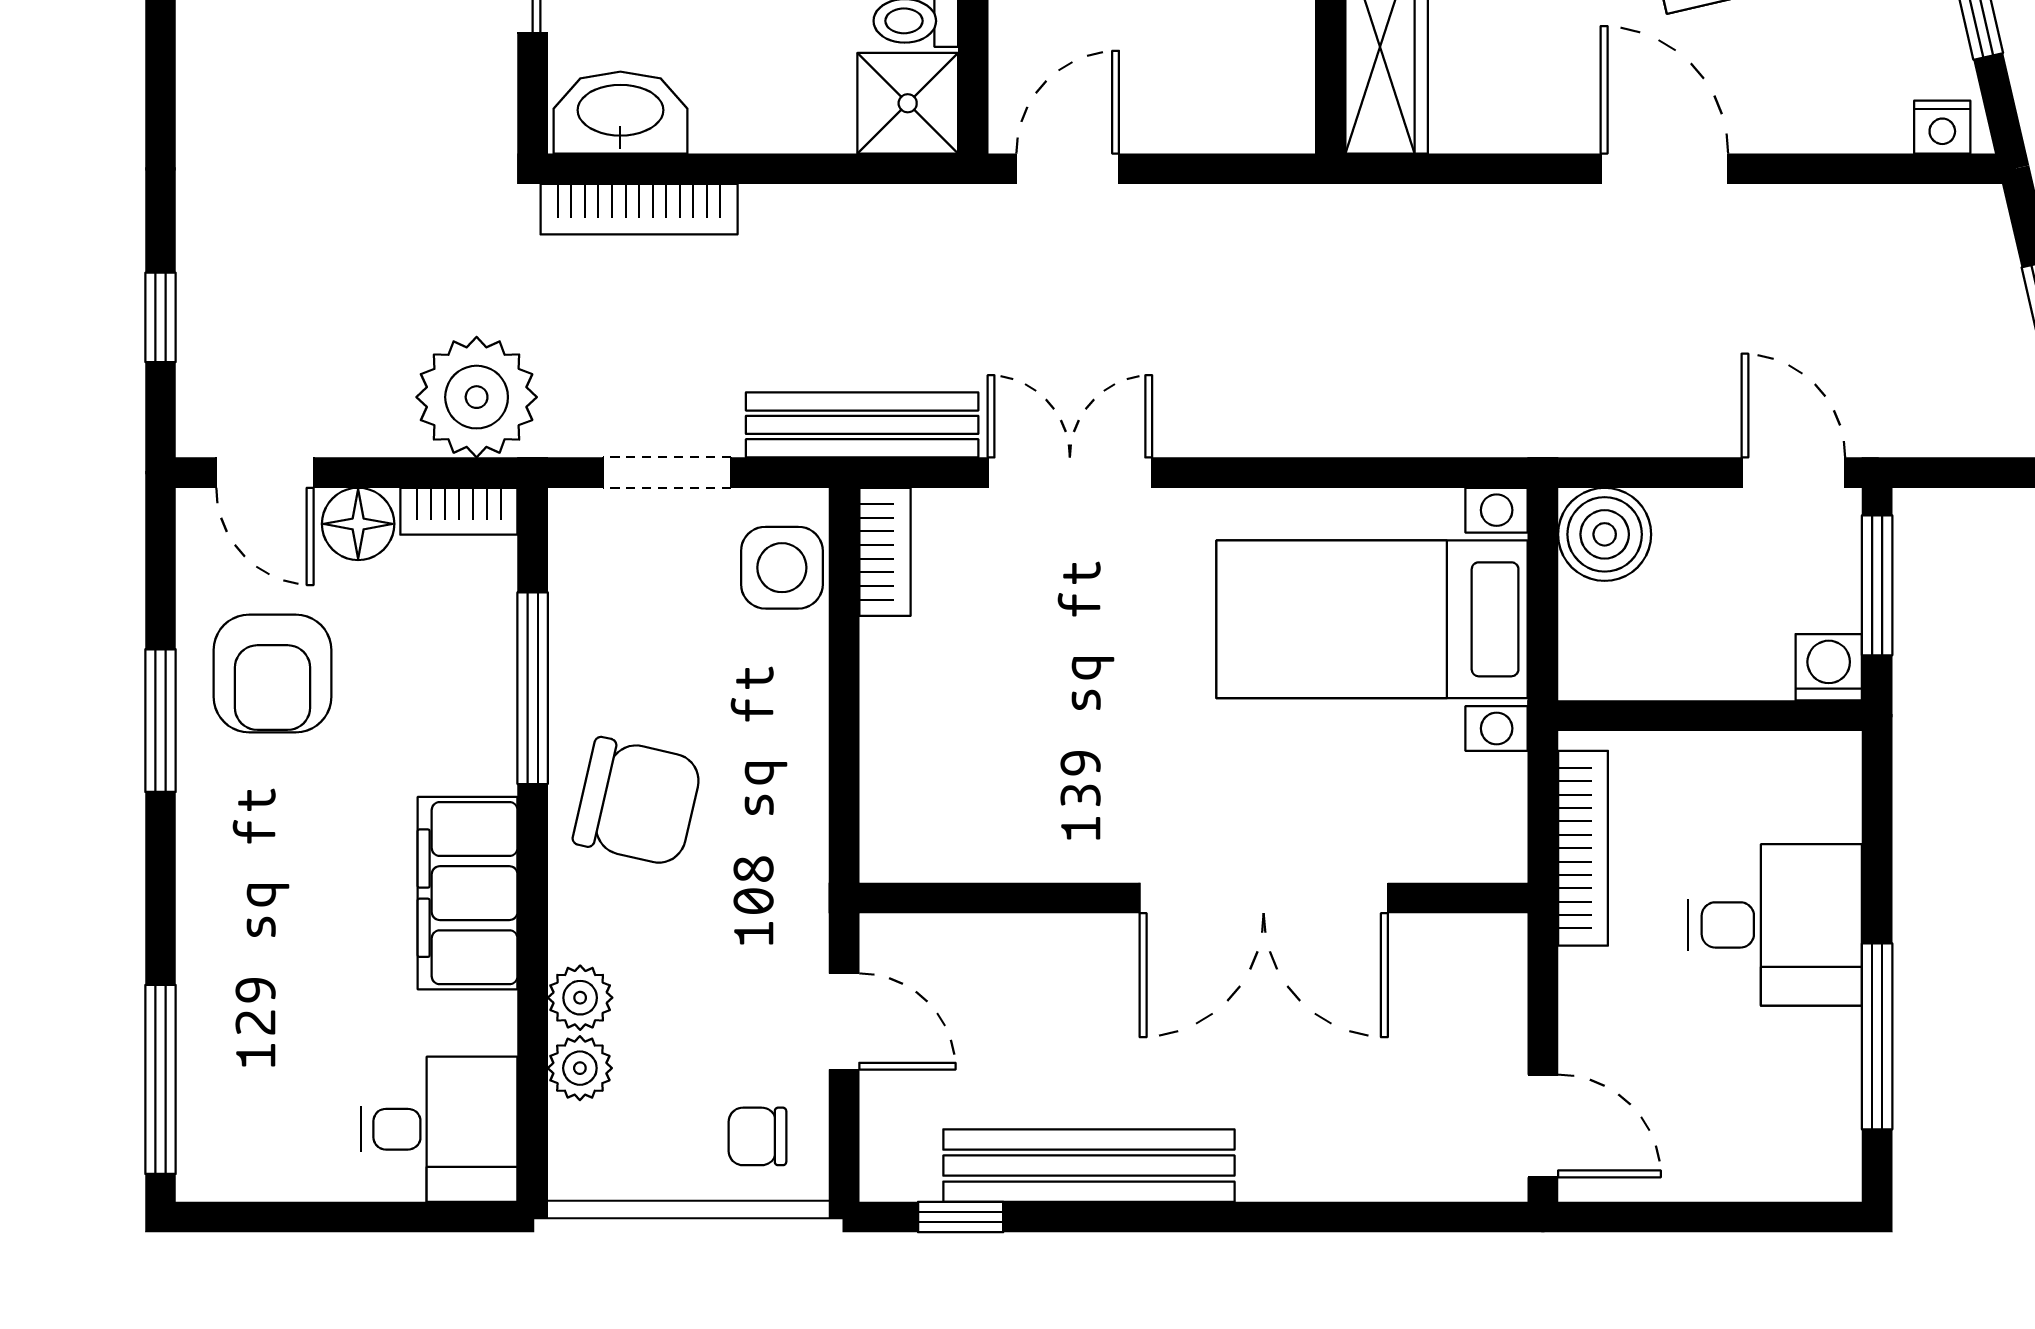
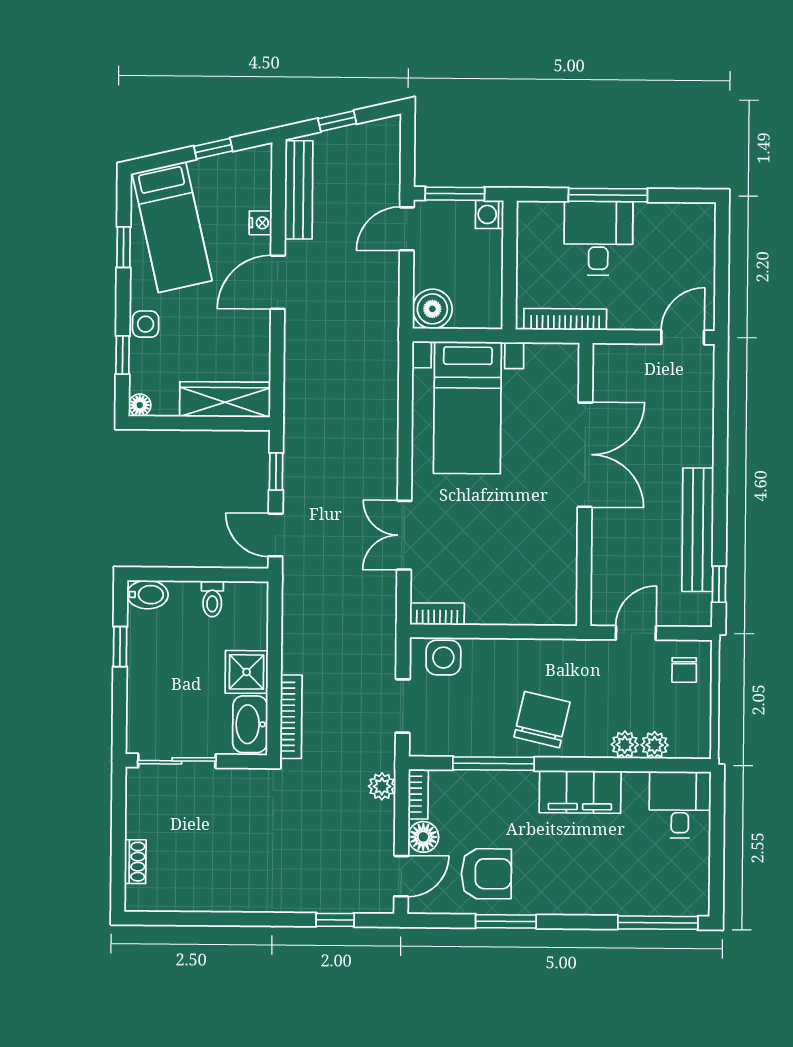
shower: (908, 103) -> (247, 672), moved
nightstand: (1942, 127) -> (261, 223), moved
window: (1218, 169) -> (276, 471), added
plant: (477, 397) -> (382, 786), width x0.53, depth x0.53
bench: (862, 425) -> (299, 190), moved
window: (1877, 1036) -> (608, 195), moved

